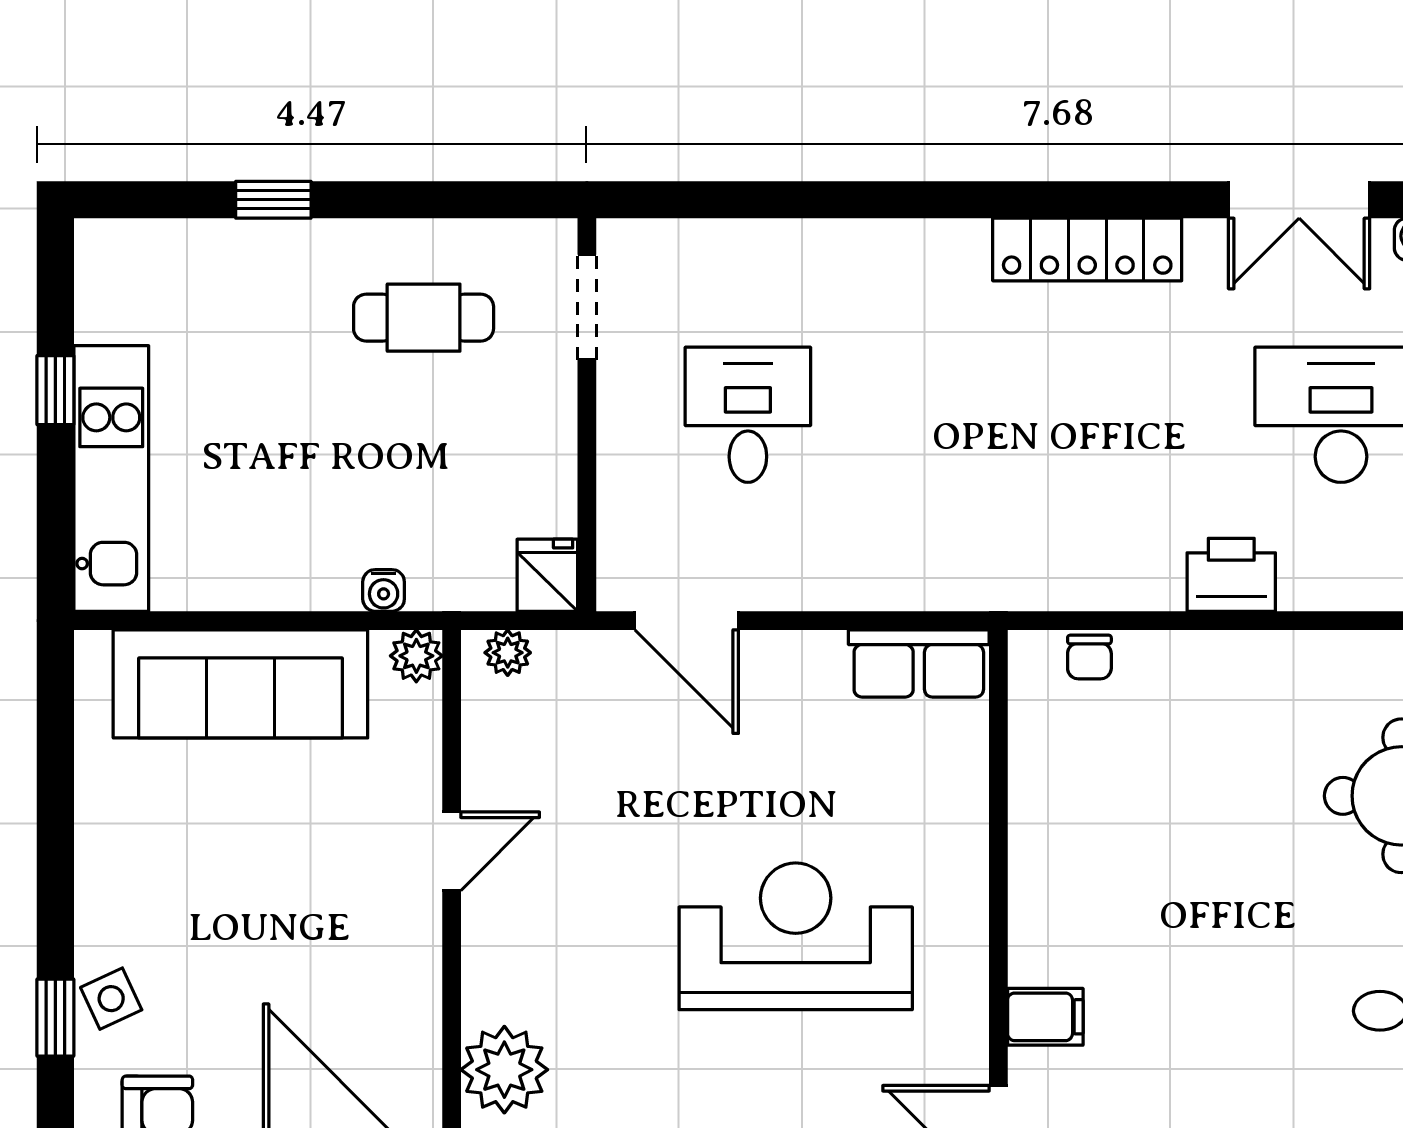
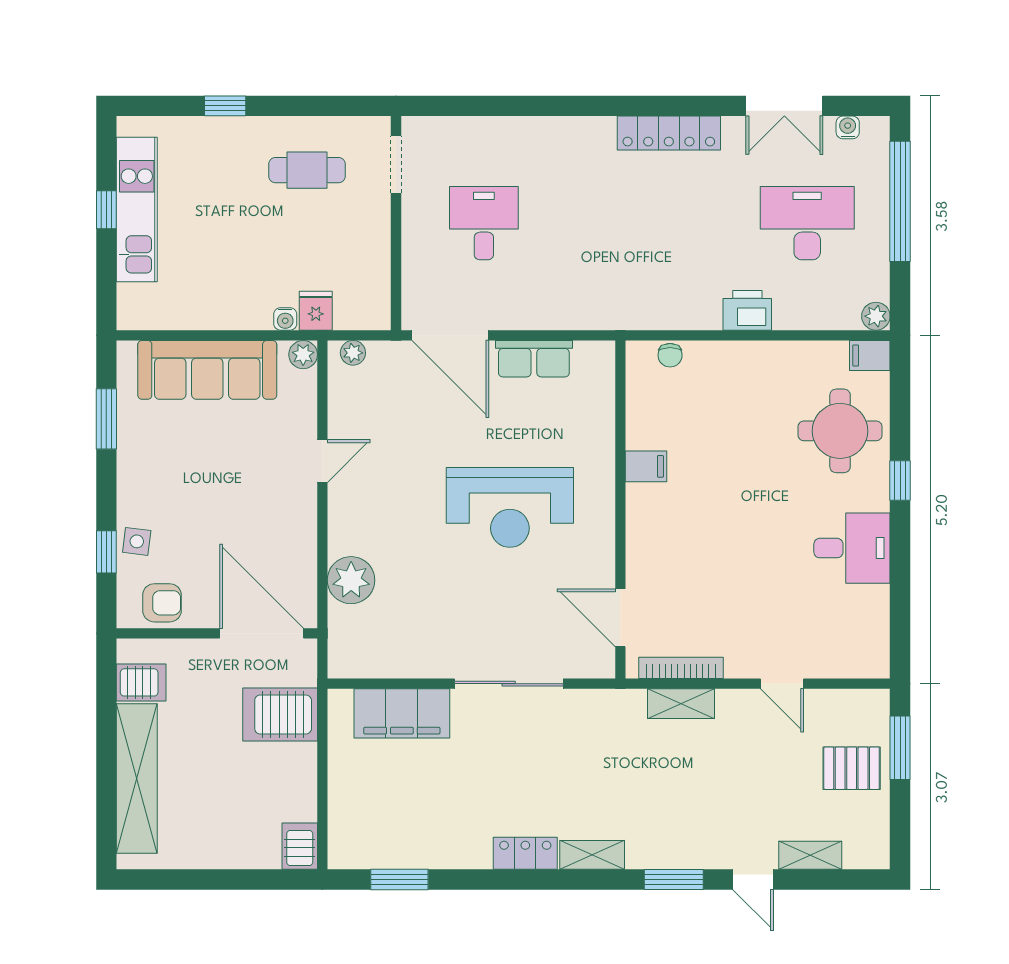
kitchen unit: (111, 479) -> (137, 209), moved
fridge: (547, 575) -> (316, 311), moved
door: (687, 621) -> (450, 335), width x1.36
row of seats: (919, 663) -> (534, 359), moved
window: (55, 774) -> (106, 419), added
reception desk: (796, 936) -> (510, 507), turned 180
side table: (111, 999) -> (137, 541), turned 32
filing cabinet: (1045, 1017) -> (646, 466), moved

